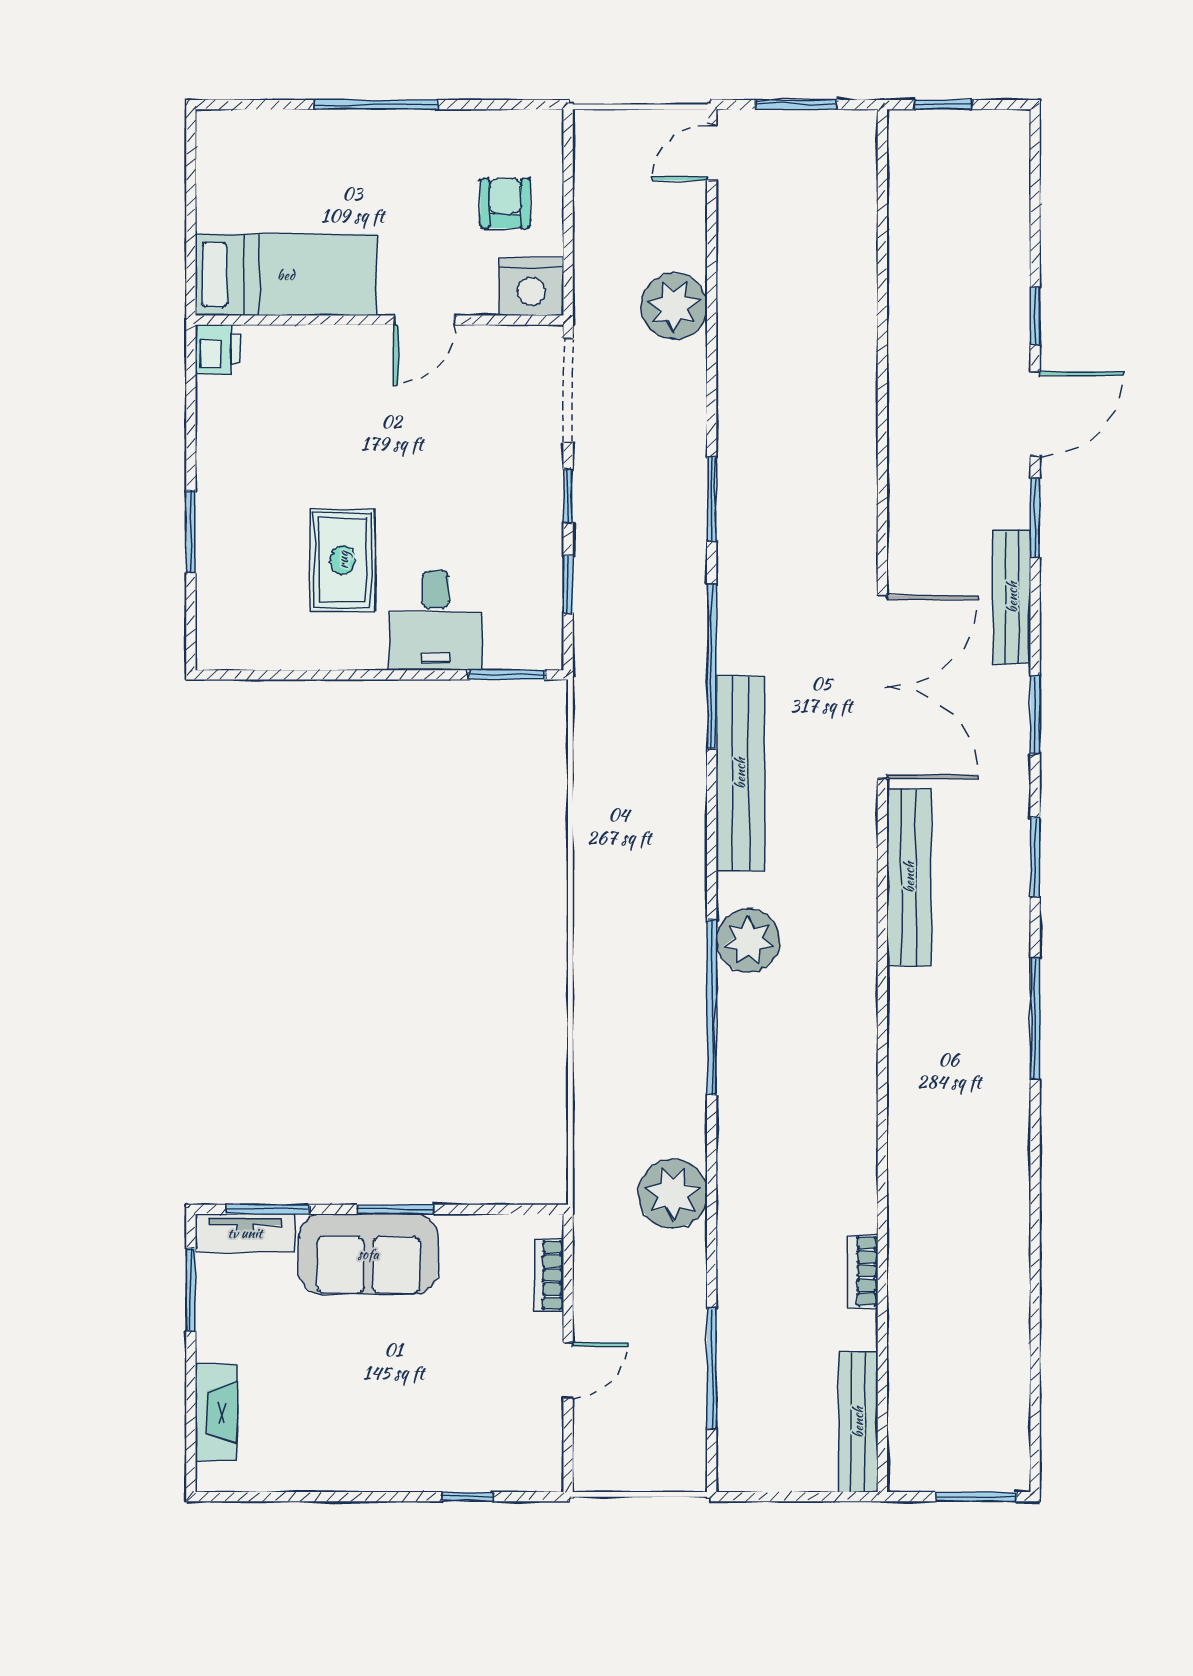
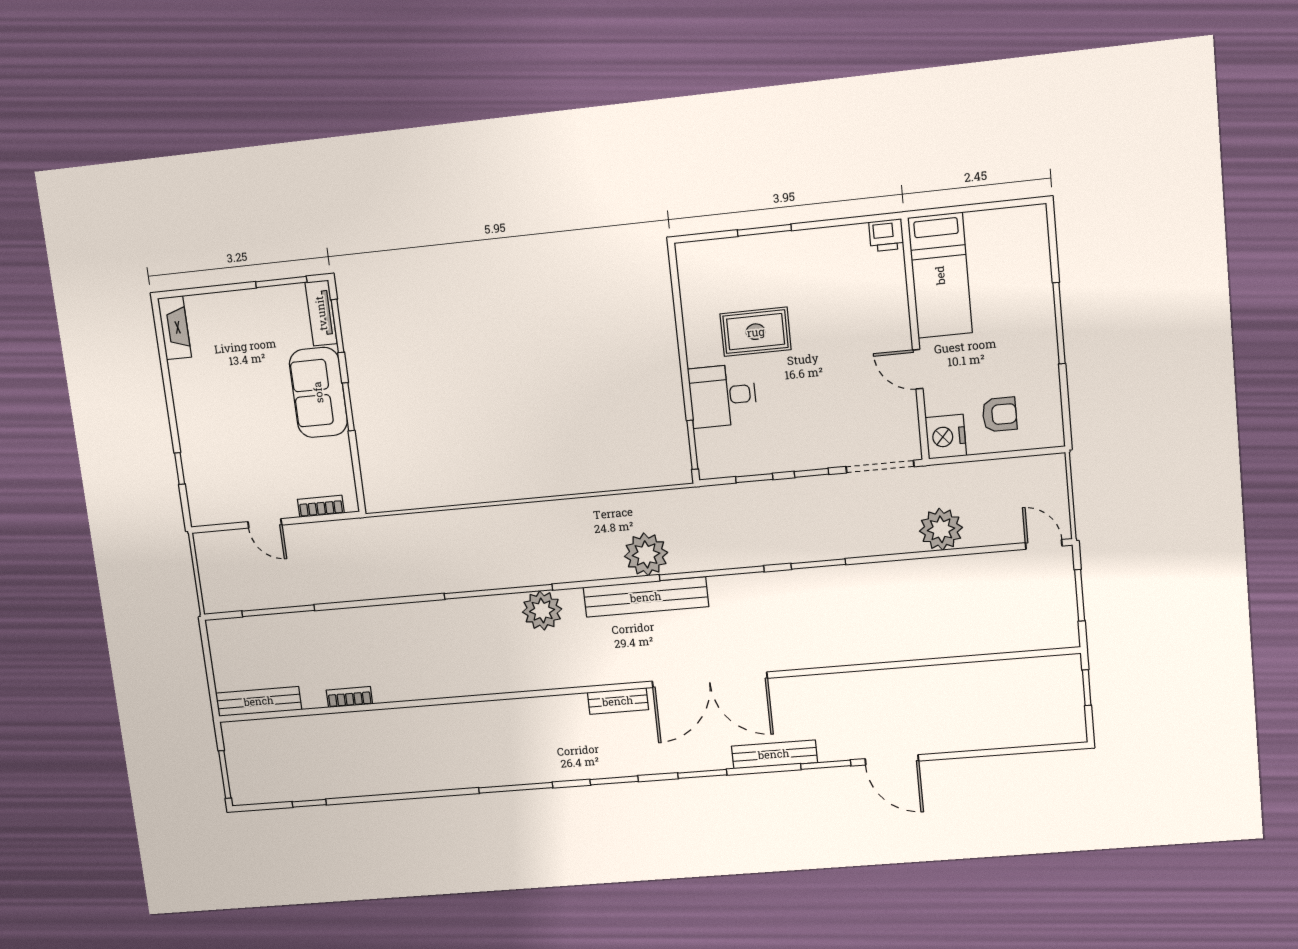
window: (1035, 316) -> (309, 803), moved
bench: (909, 877) -> (618, 701), width x0.54, depth x0.82
plant: (673, 1194) -> (646, 554), moved
fireplace: (216, 1412) -> (174, 328), moved, turned -90

